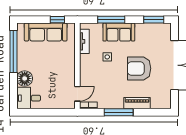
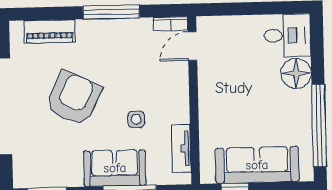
armchair: (139, 68) -> (73, 98), turned -64
piano: (137, 103) -> (50, 31), moved

